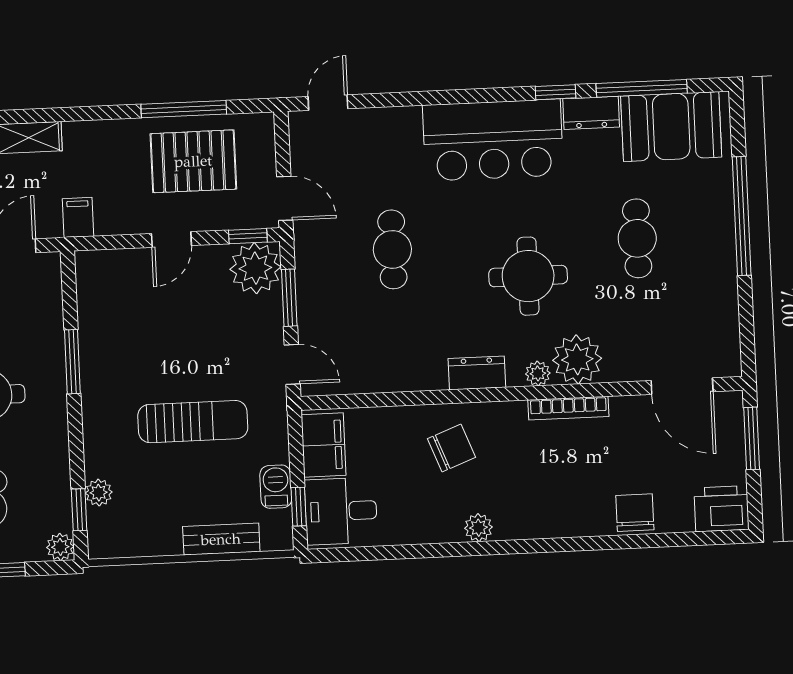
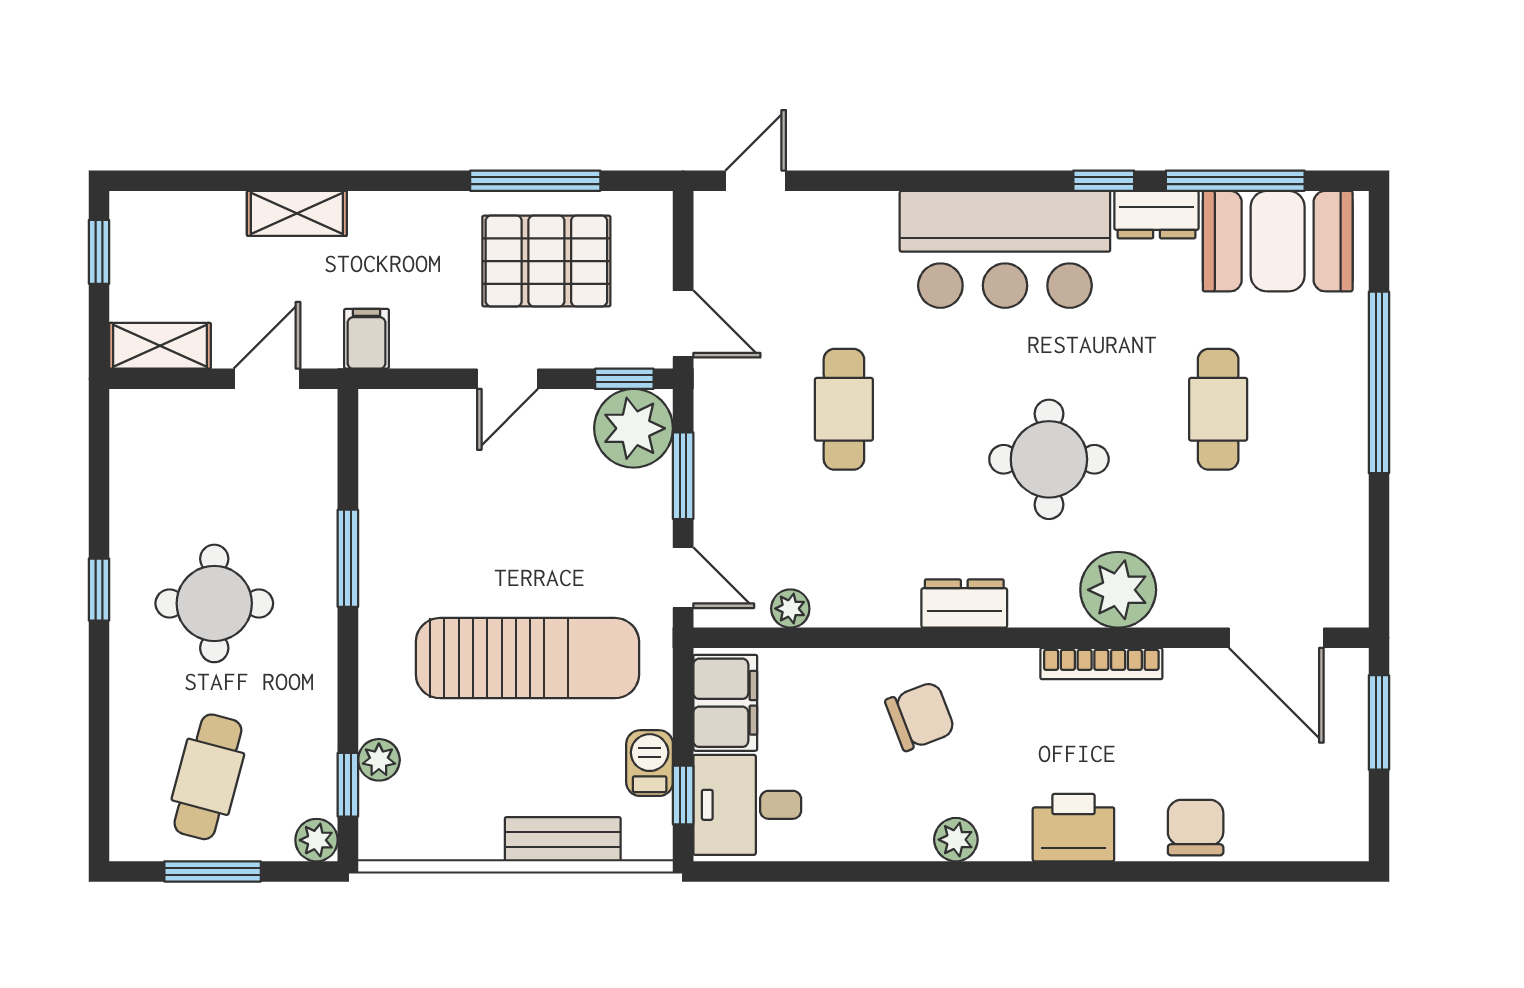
plant: (538, 373) -> (790, 609), moved
sun lounger: (193, 422) -> (527, 658), width x1.36, depth x1.34
printer: (722, 509) -> (1073, 828), moved

